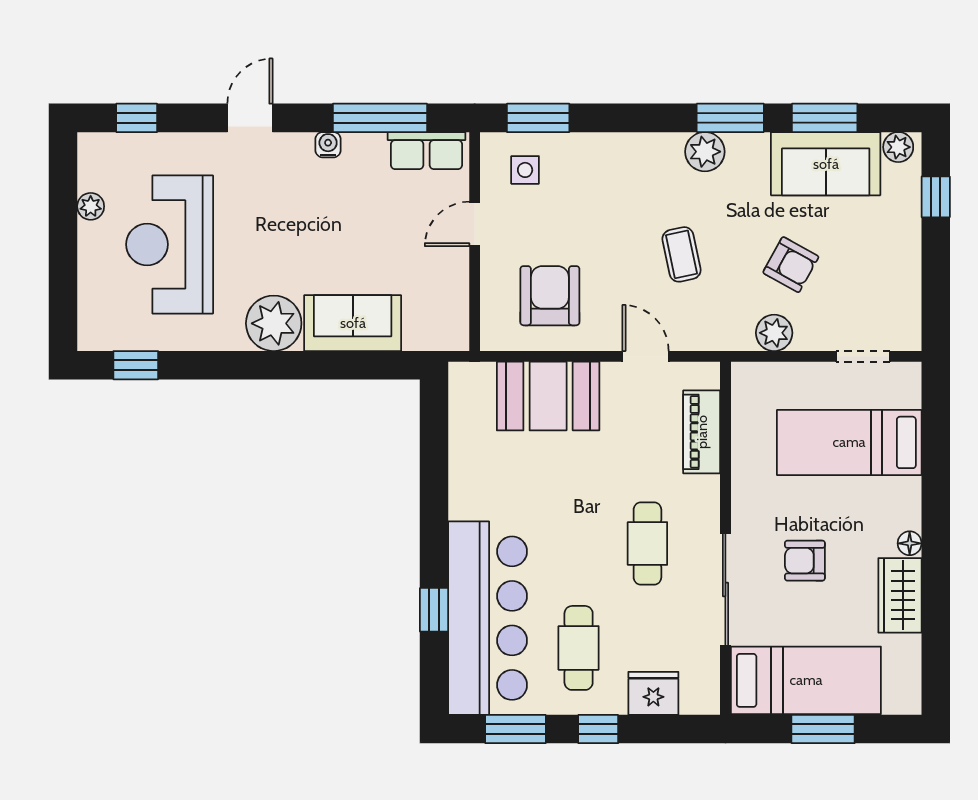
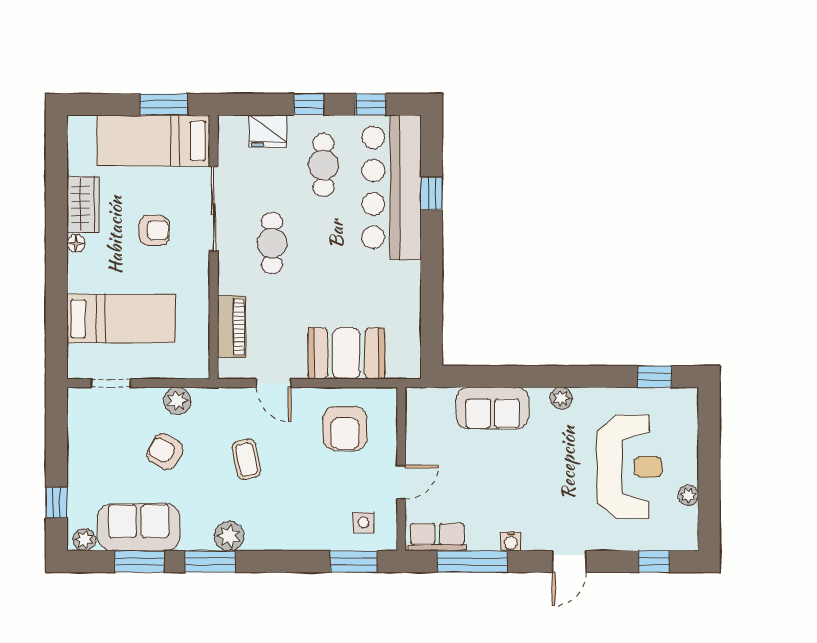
plant: (274, 323) -> (561, 398), width x0.53, depth x0.53
window: (516, 729) -> (371, 104), width x0.67
window: (823, 729) -> (164, 104), moved

